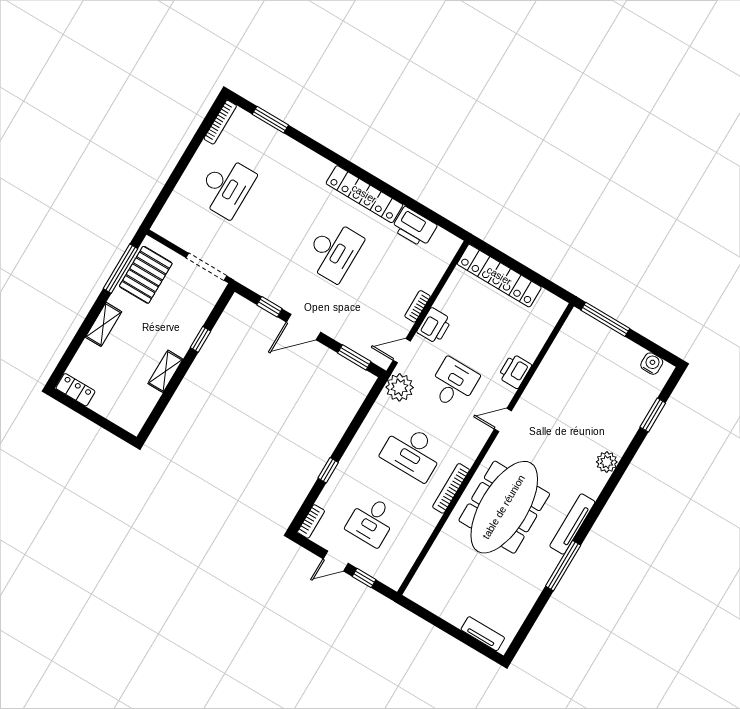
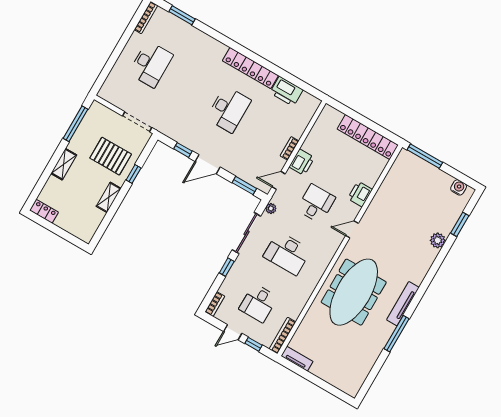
pallet: (146, 275) -> (111, 156), moved, turned 90
locker: (499, 276) -> (368, 137), moved
plant: (400, 387) -> (271, 208), width x0.53, depth x0.53
sliding door: (356, 423) -> (246, 233), added
plant: (607, 462) -> (438, 240), moved
bookcase: (451, 488) -> (282, 335), moved
tv unit: (483, 634) -> (297, 359), moved

